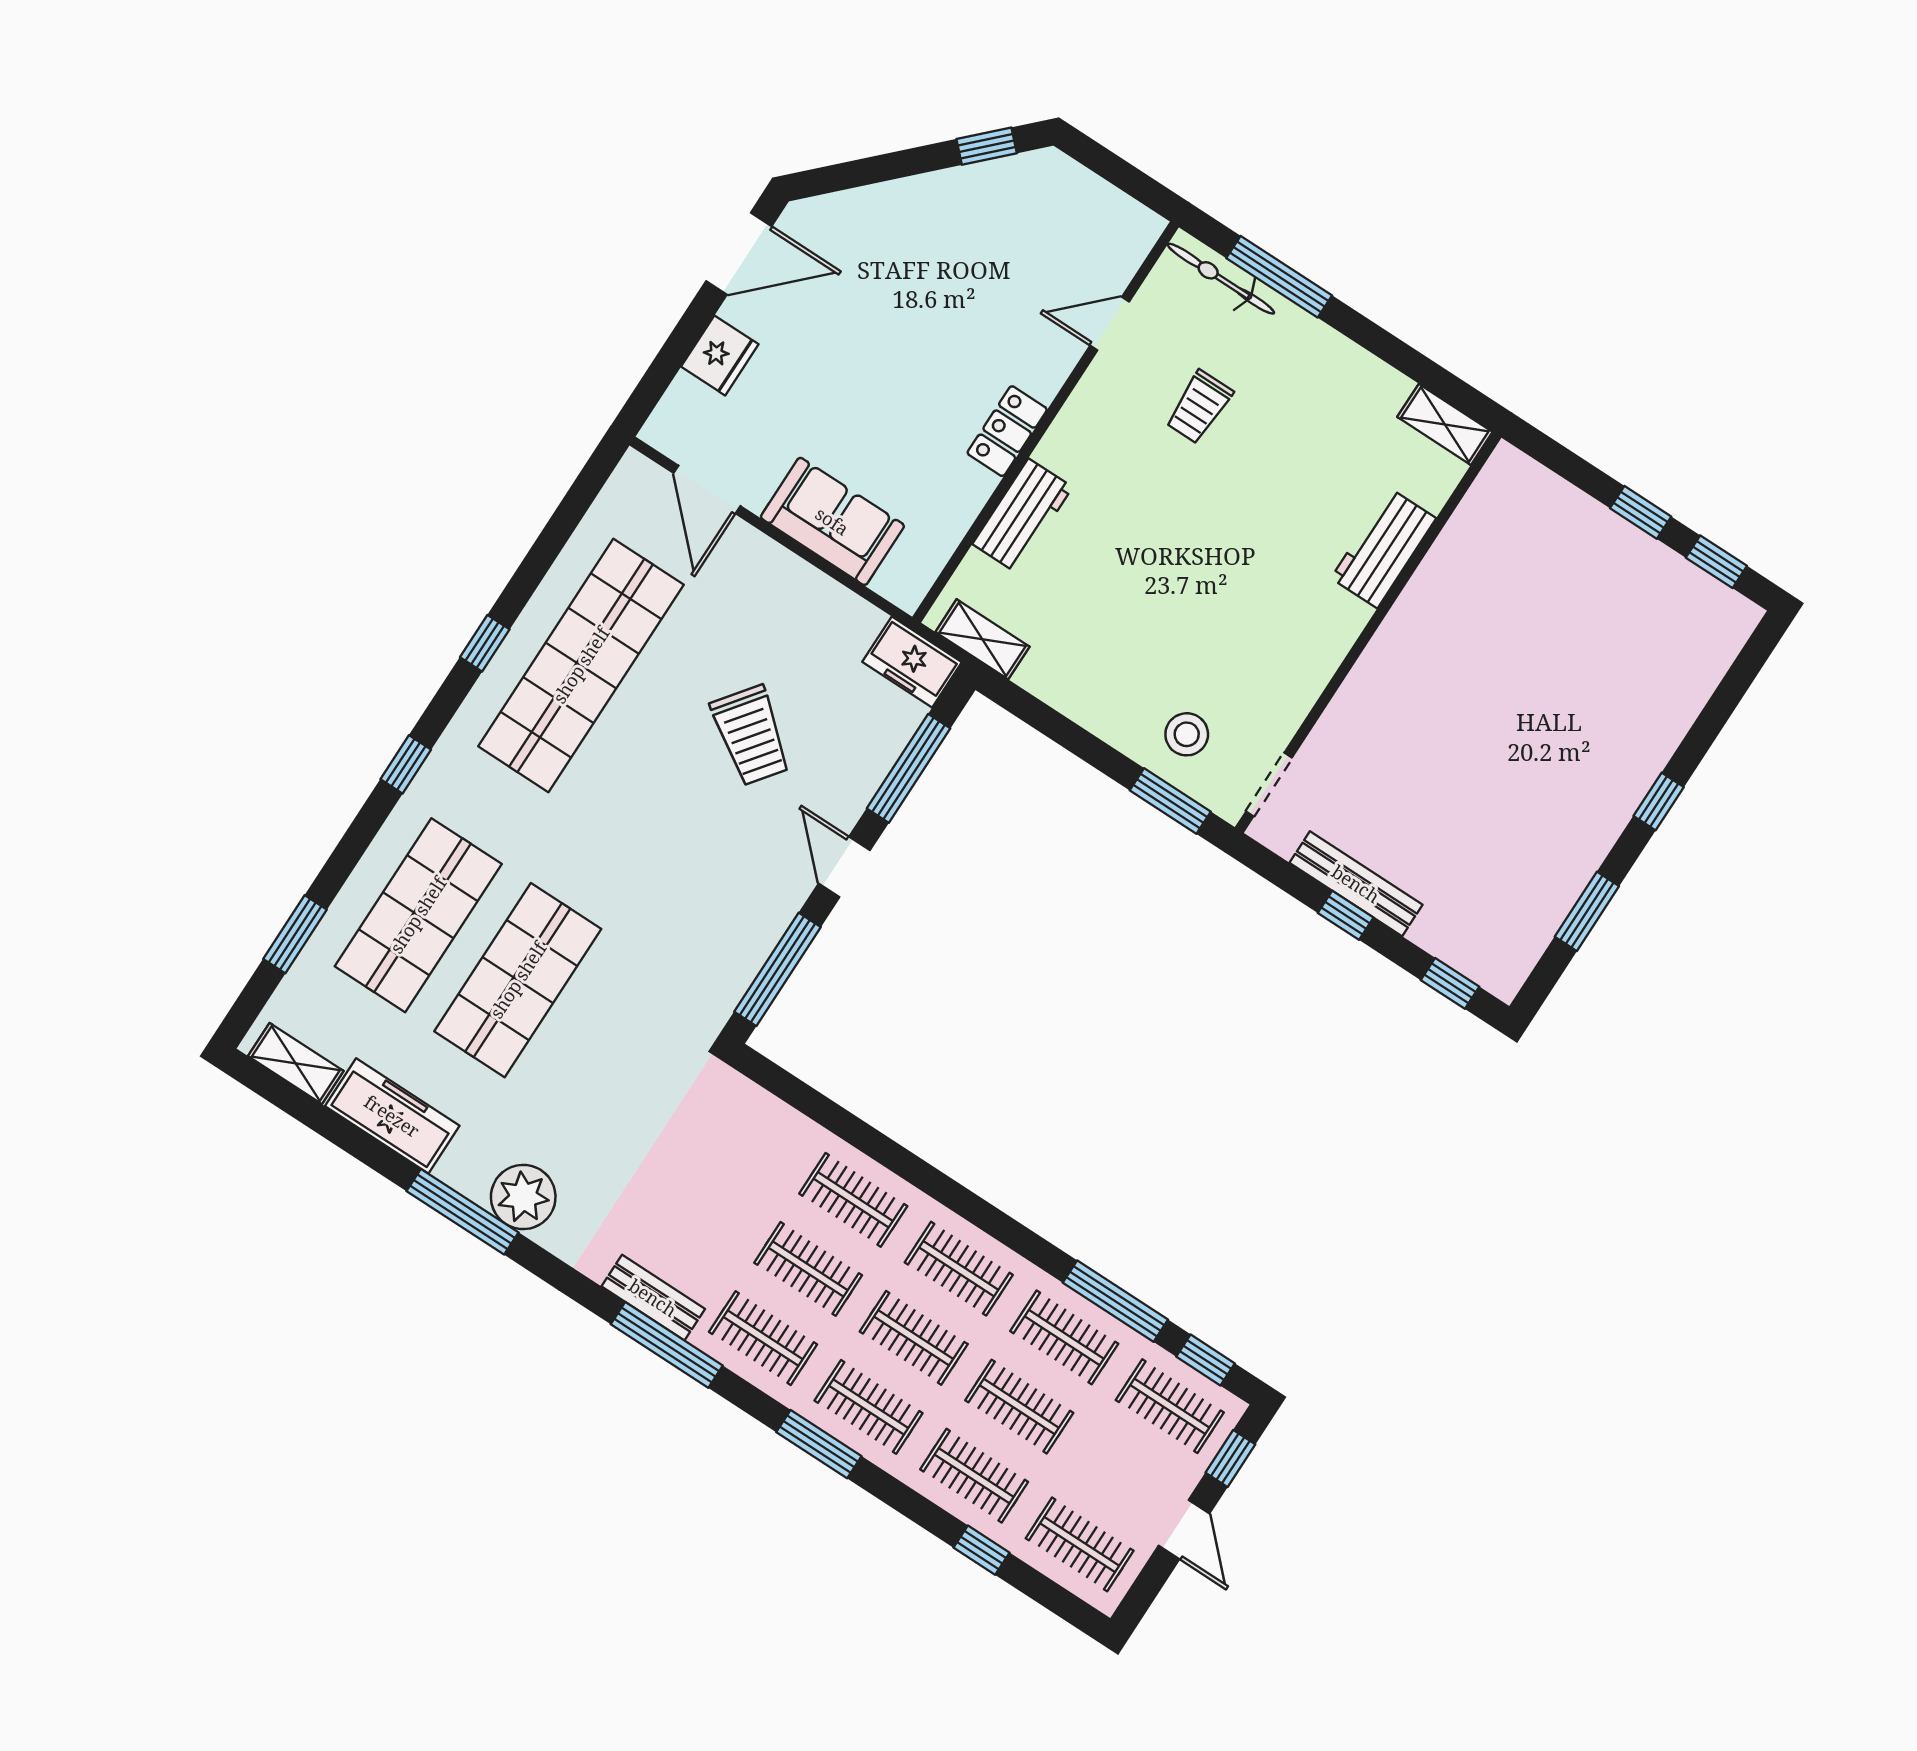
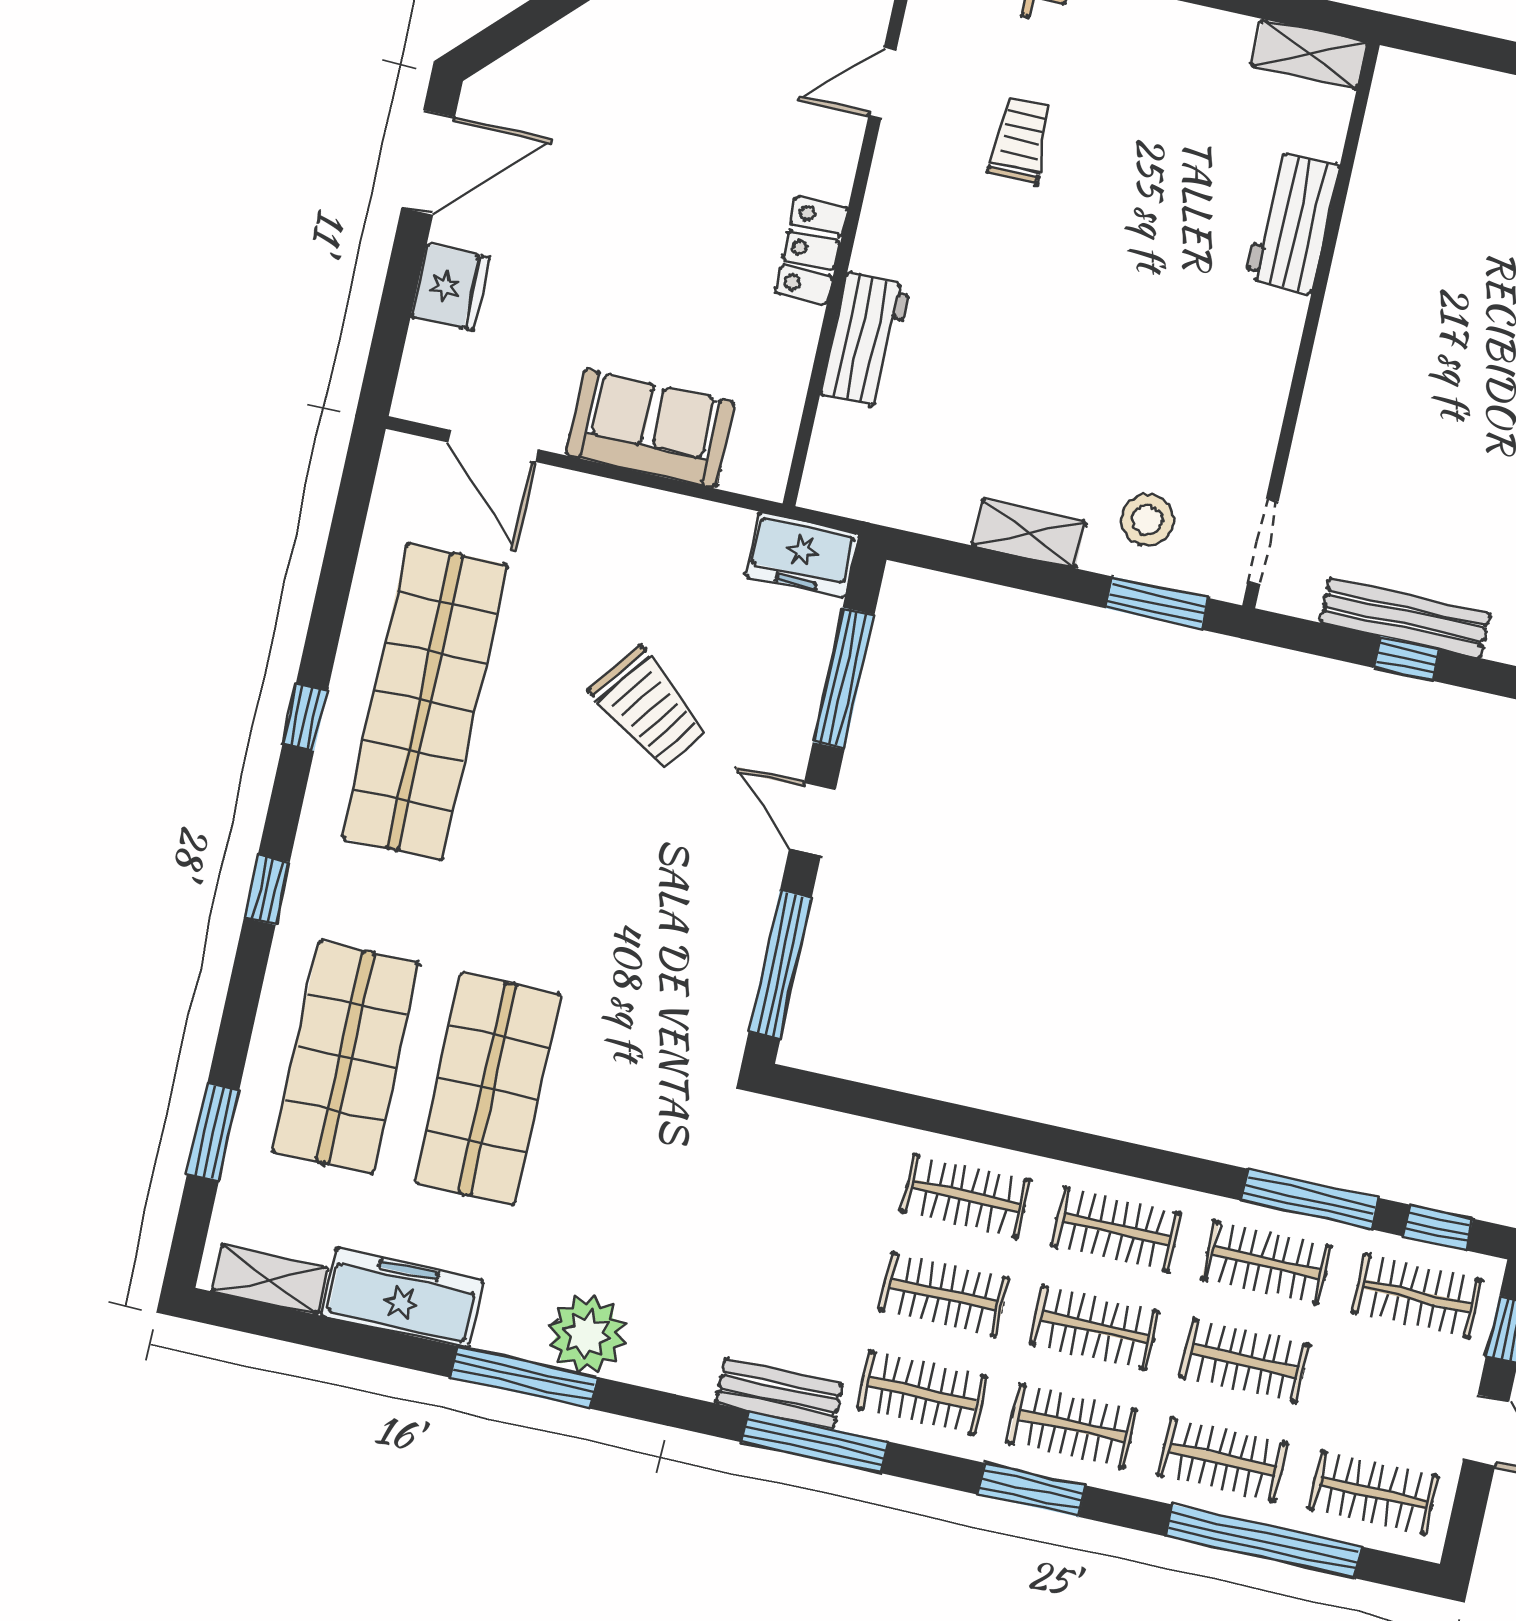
trolley: (1199, 407) -> (1021, 140), turned 180
shelving: (982, 639) -> (1029, 534), moved
window: (982, 1550) -> (1263, 1541), width x3.17

